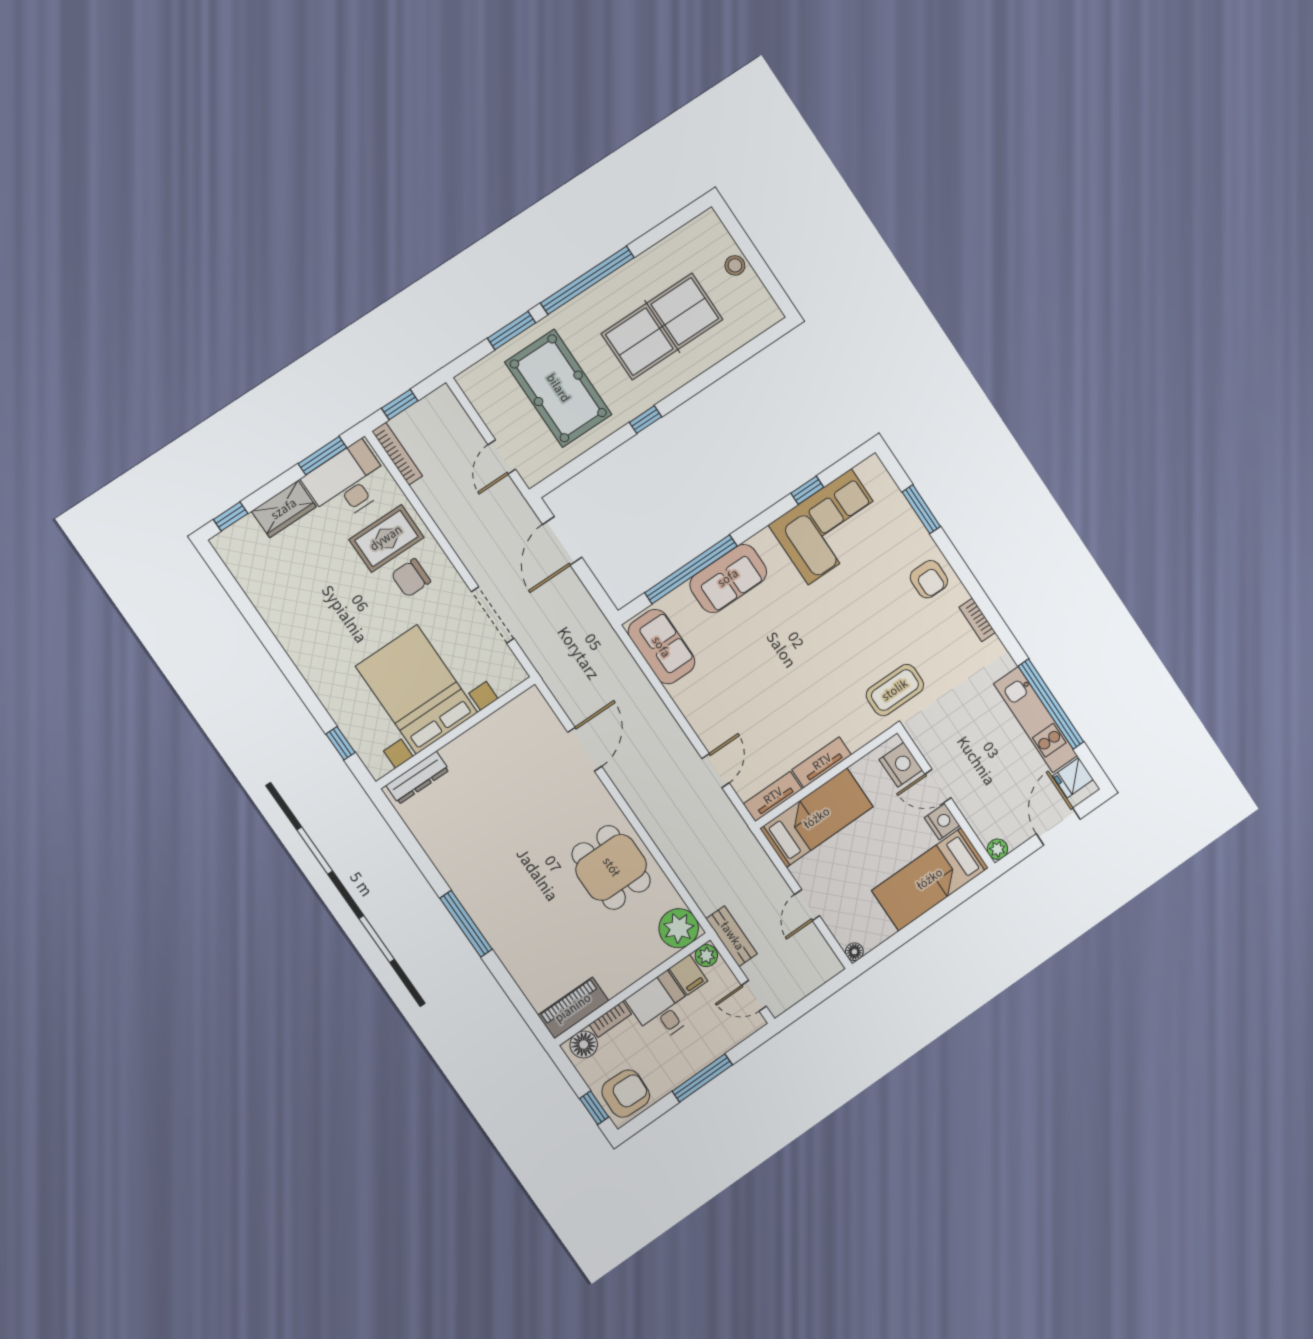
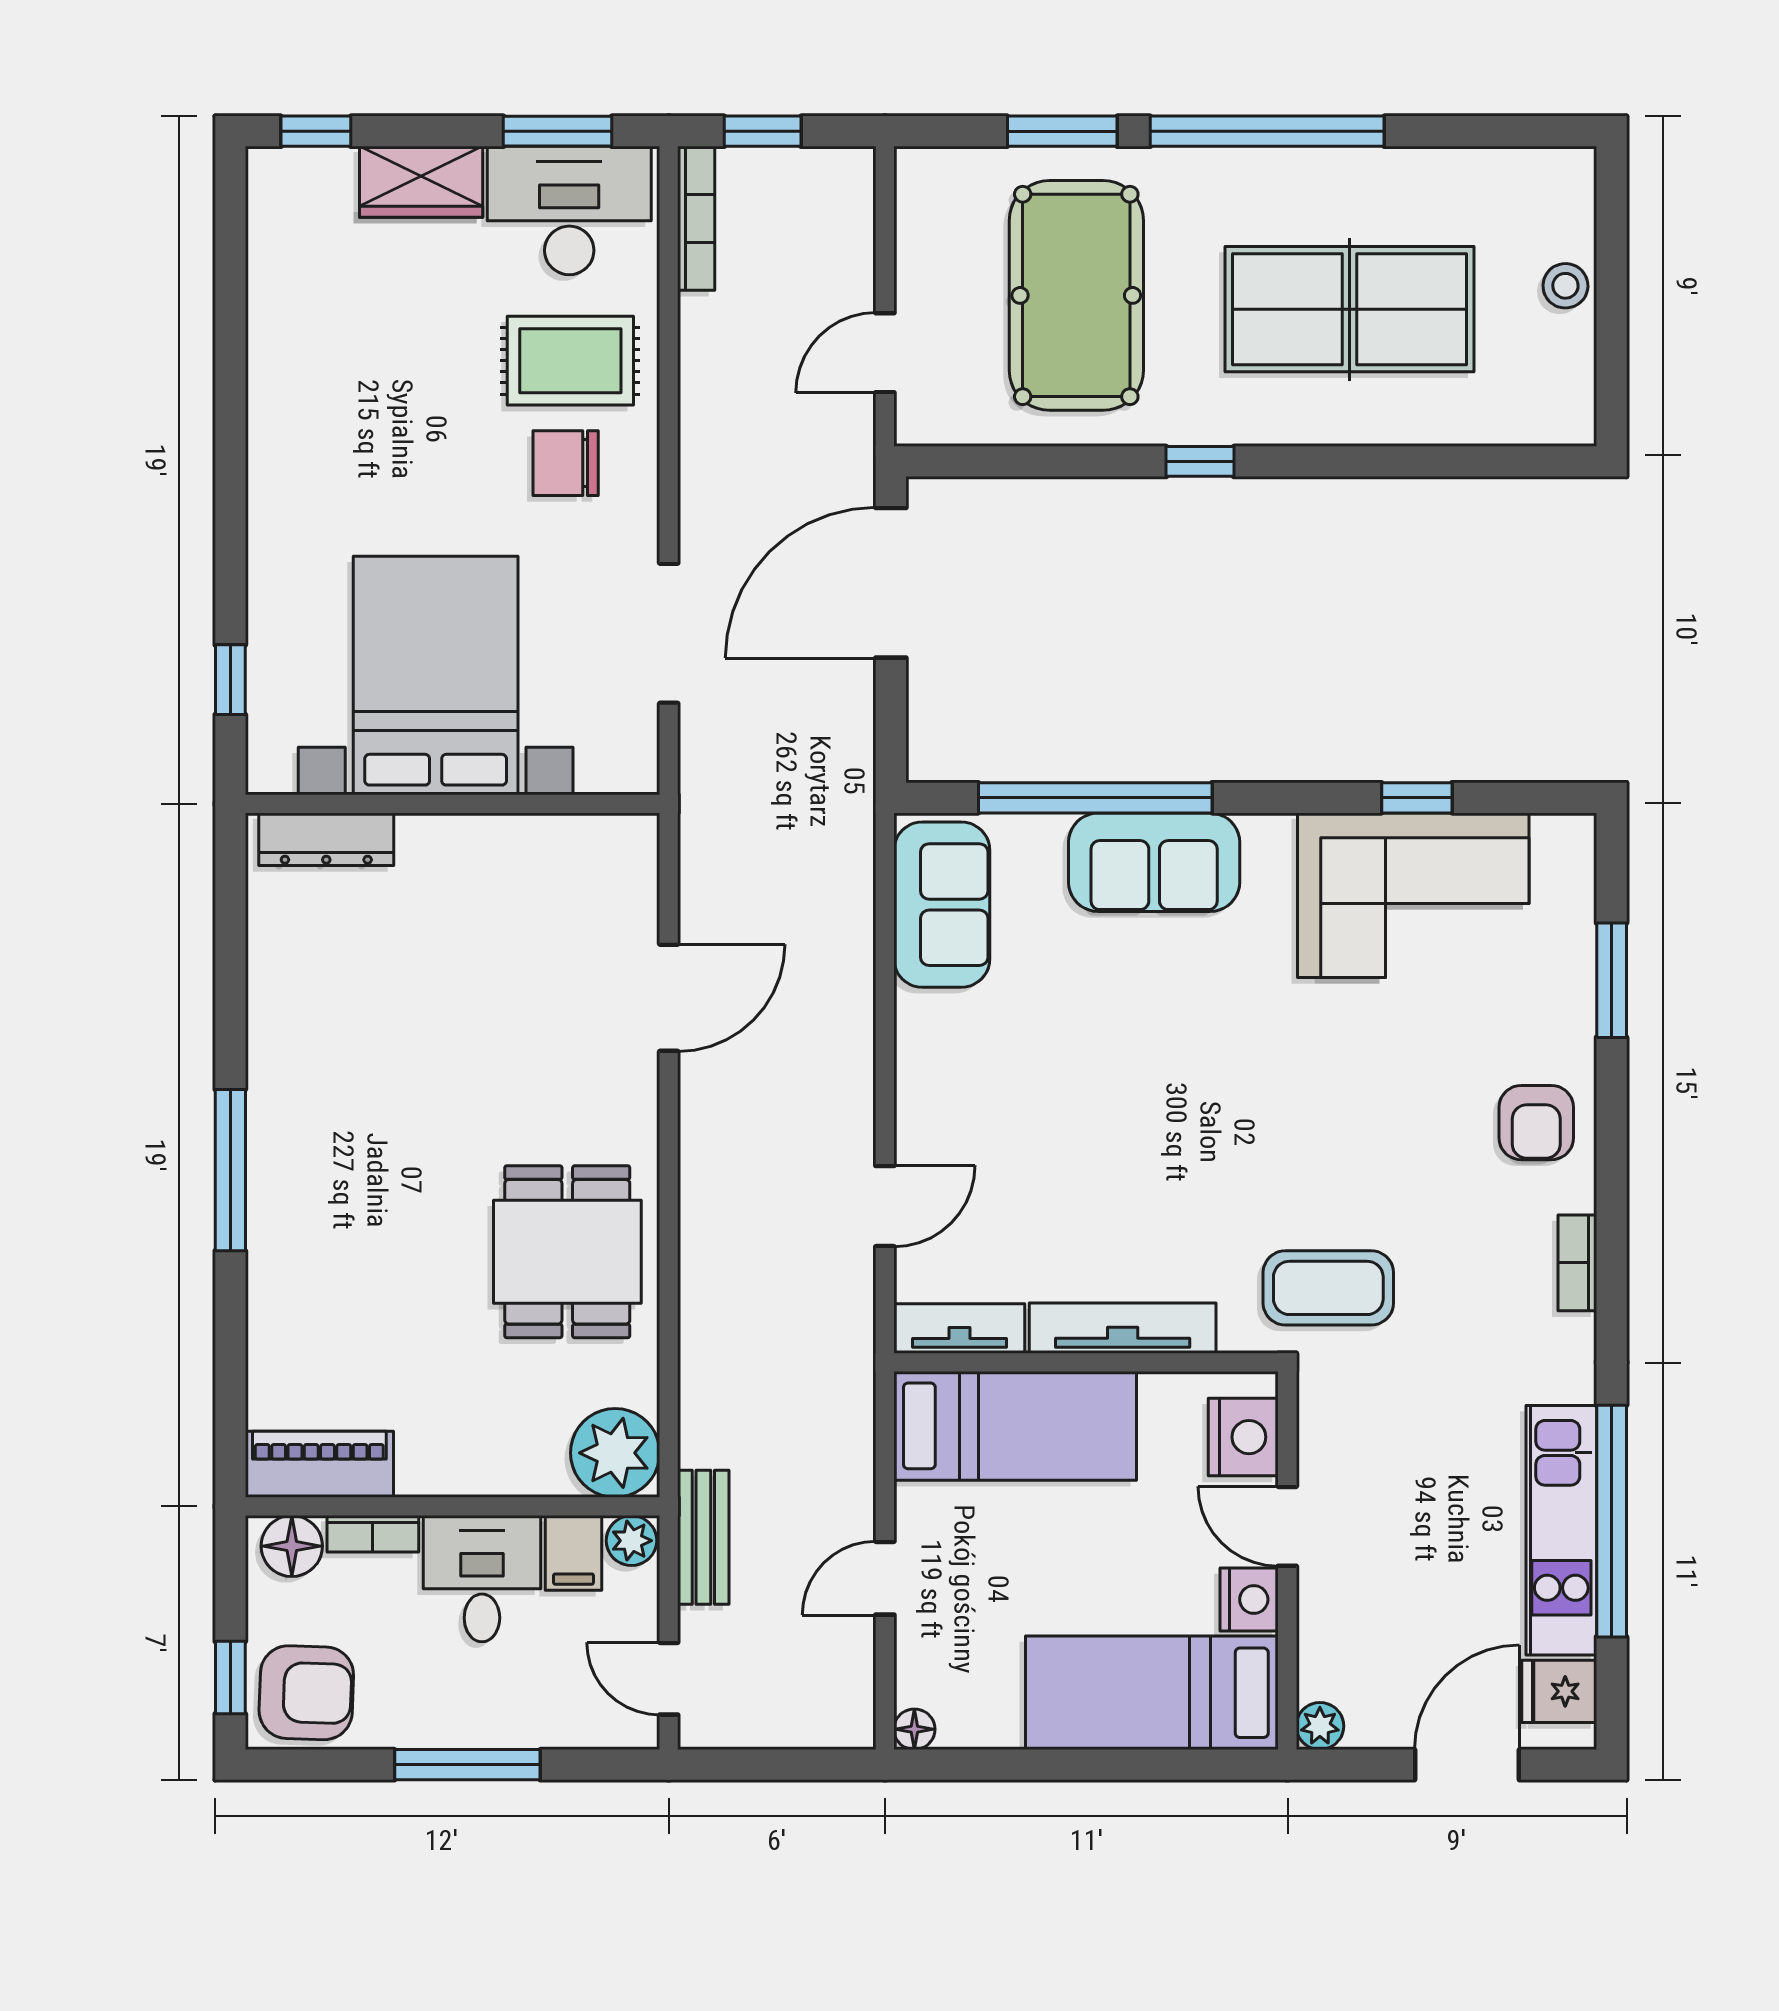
door: (562, 541) -> (891, 583), width x1.36
tv unit: (822, 762) -> (1123, 1328), width x1.41

